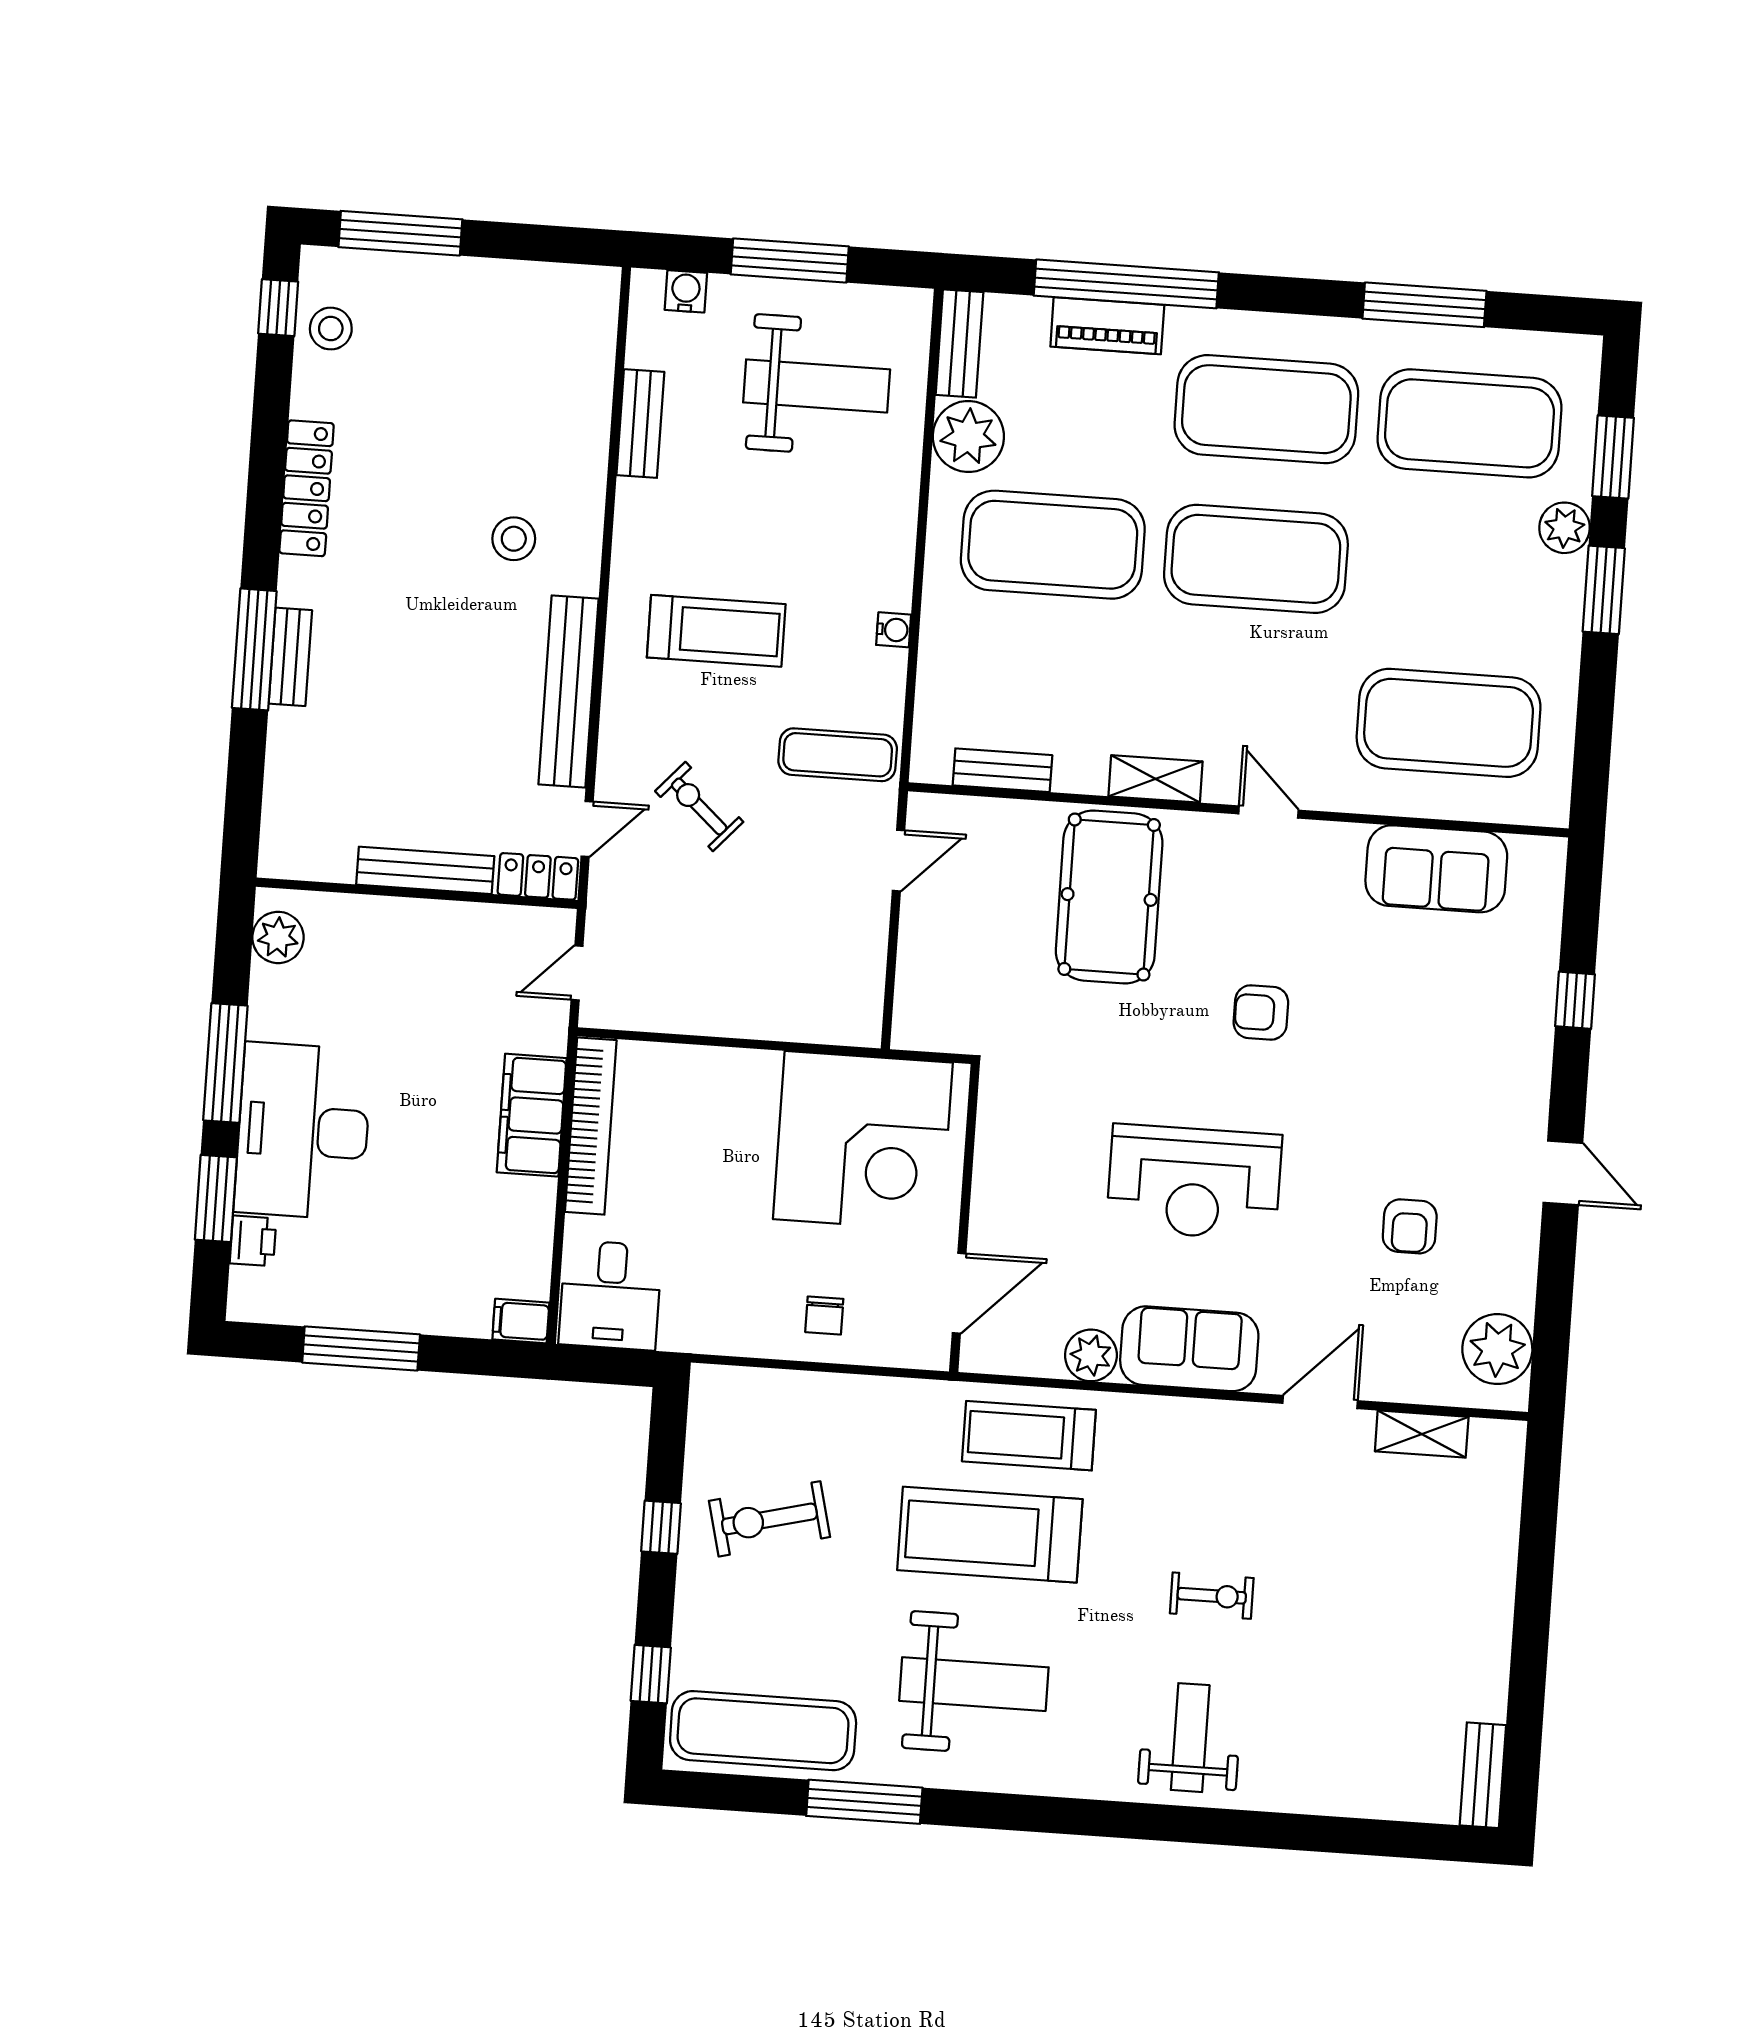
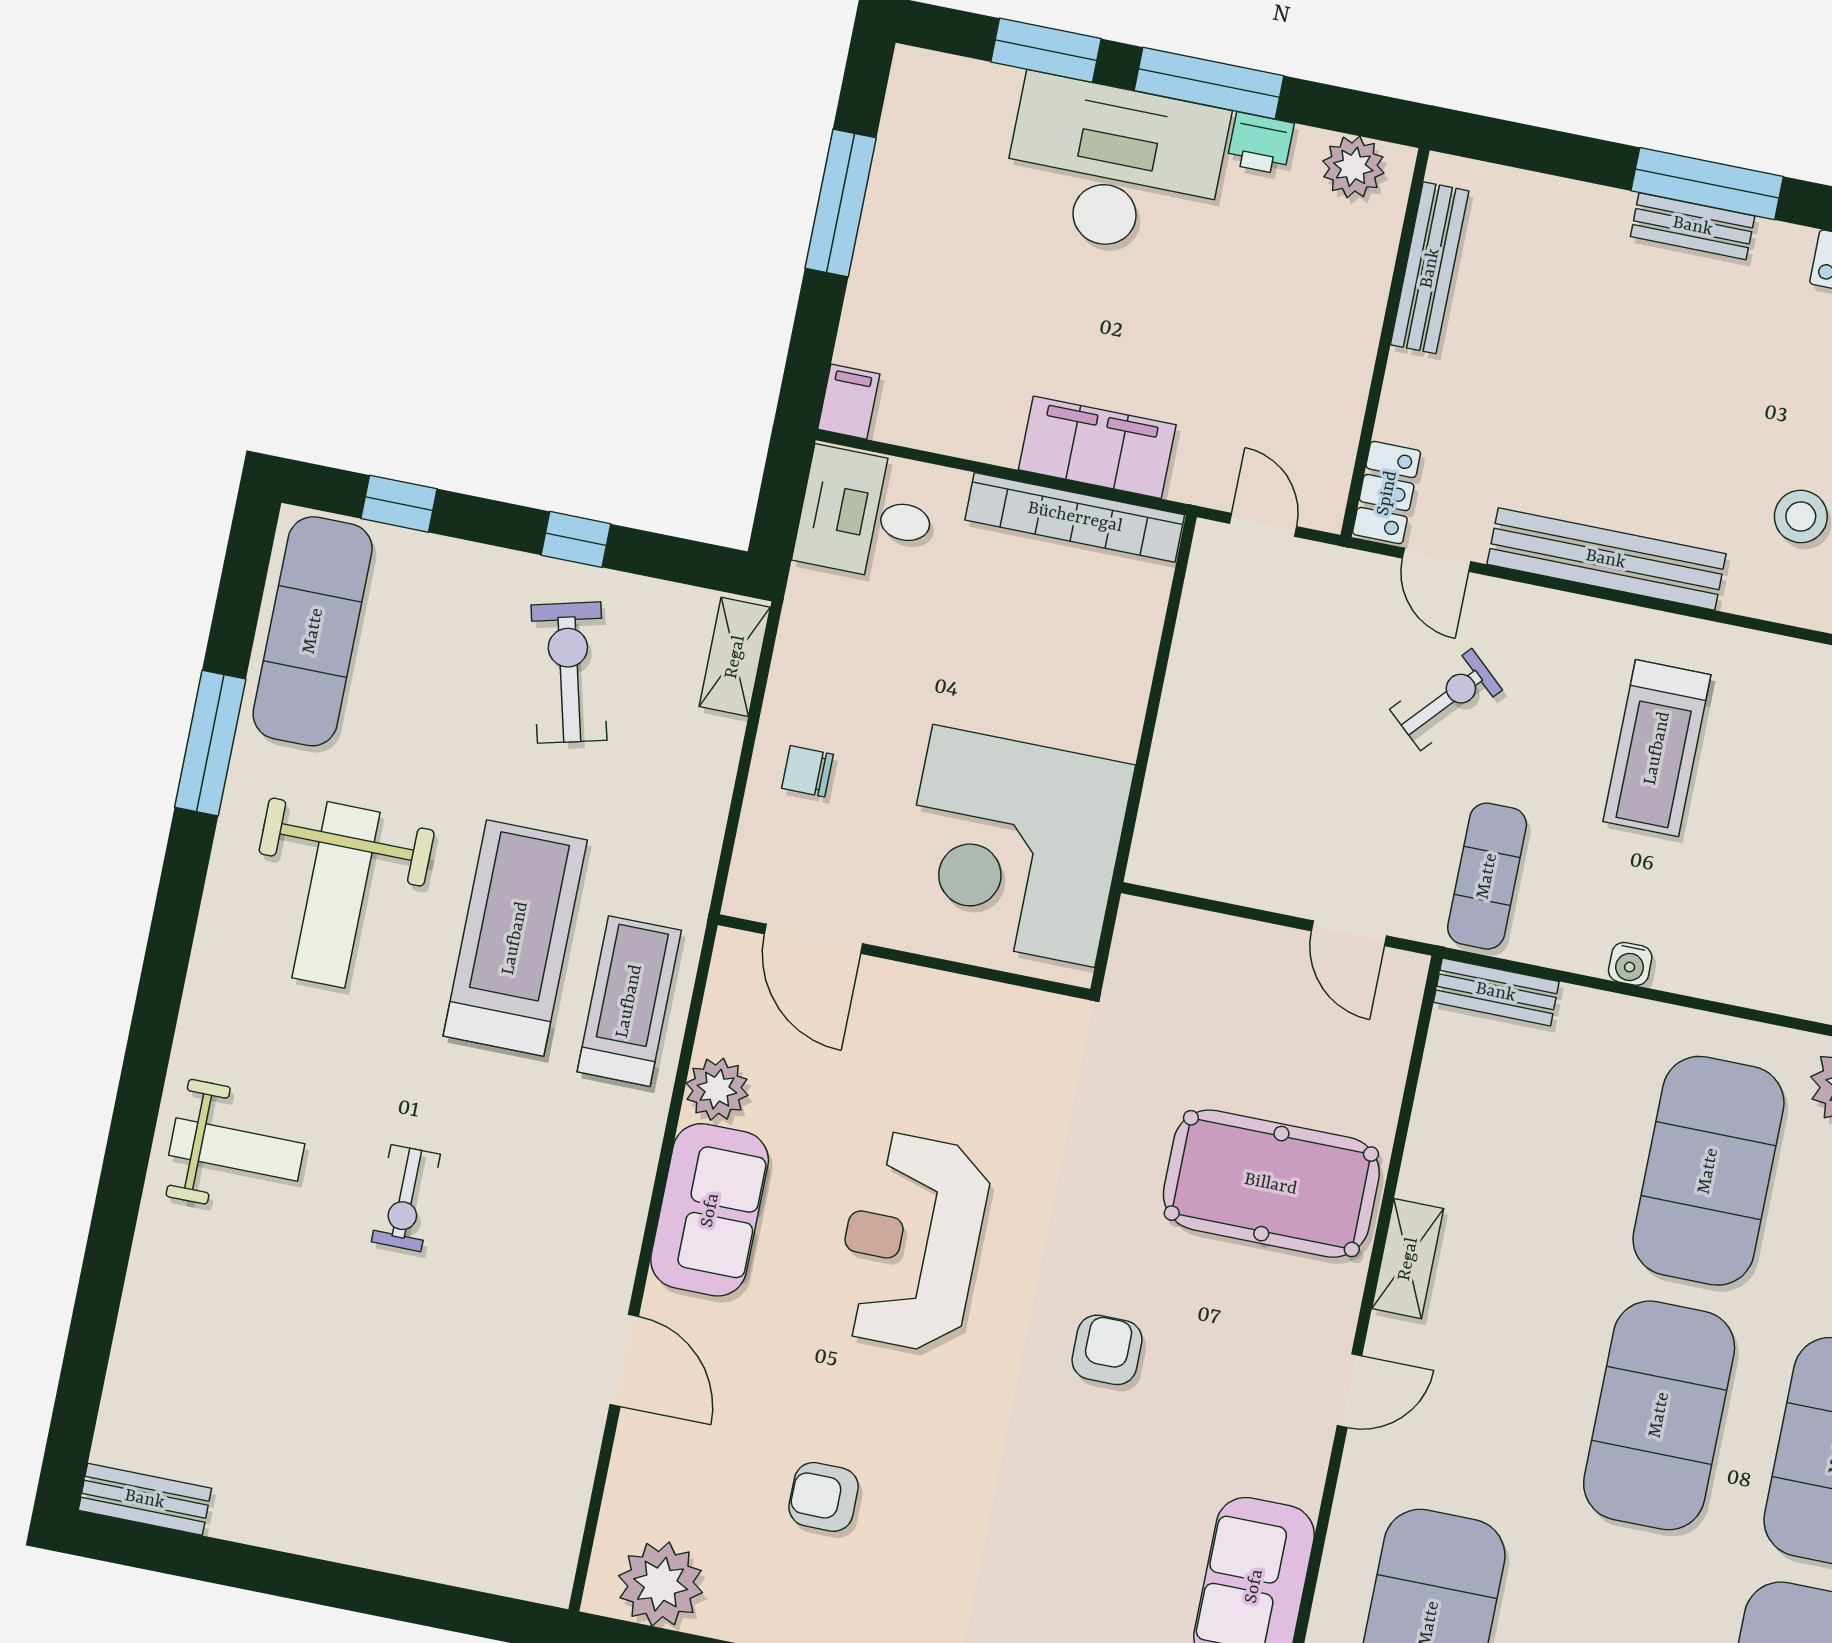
bench: (1003, 770) -> (1496, 992), moved, turned 90
bench: (425, 870) -> (1430, 268), moved
printer: (253, 1241) -> (1260, 143), moved
shelving: (1422, 1434) -> (735, 657), moved

